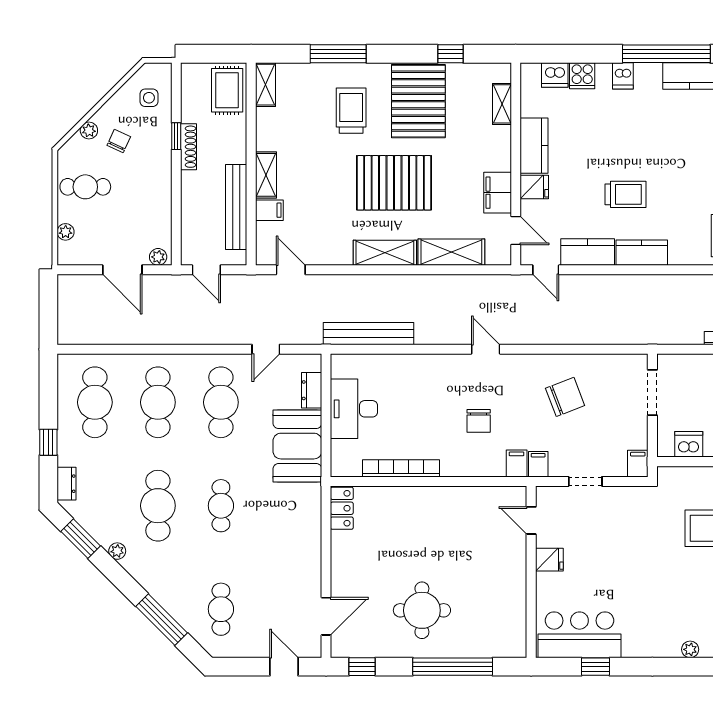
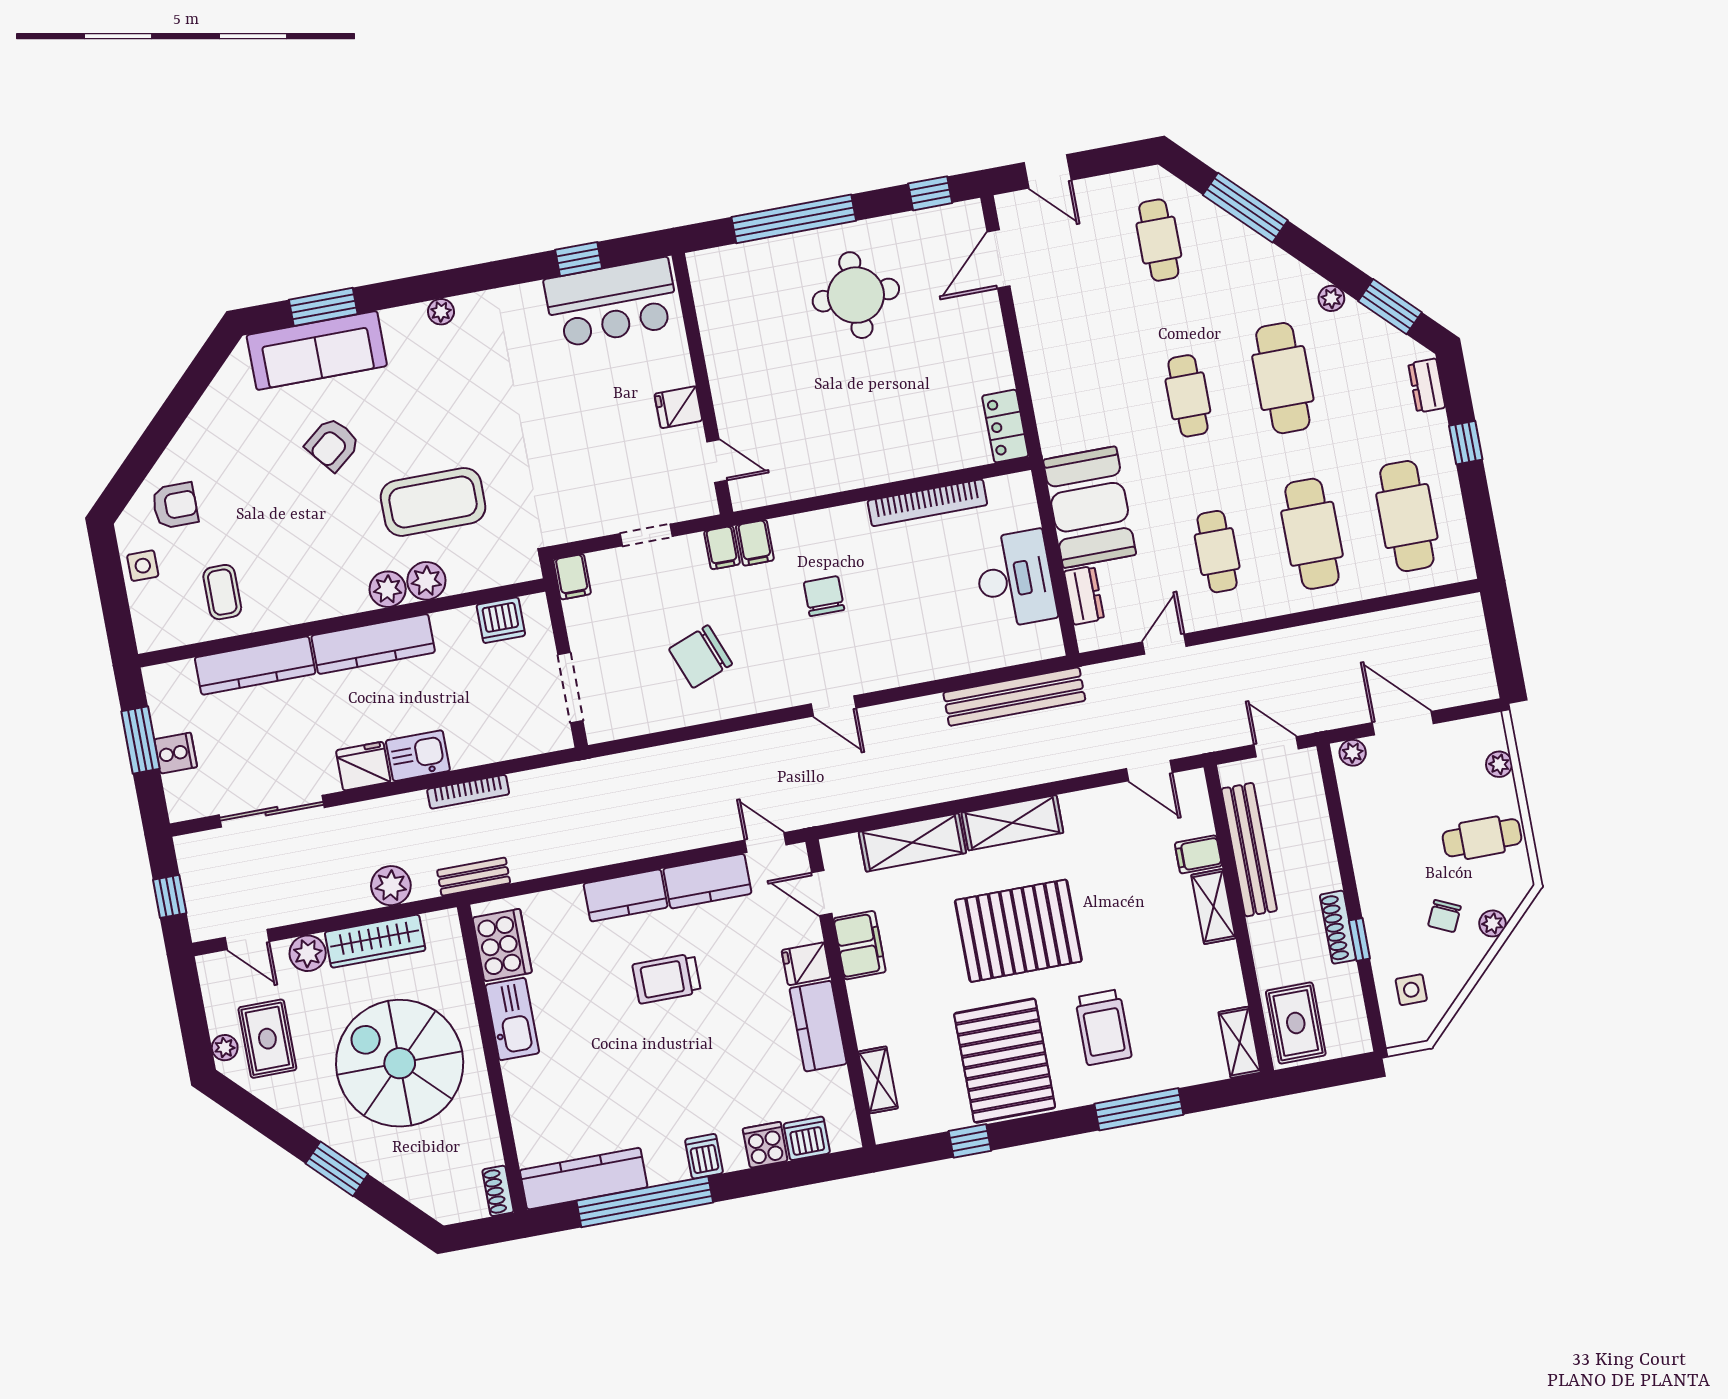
cafe table: (221, 402) -> (1217, 552), width x0.73, depth x0.74

